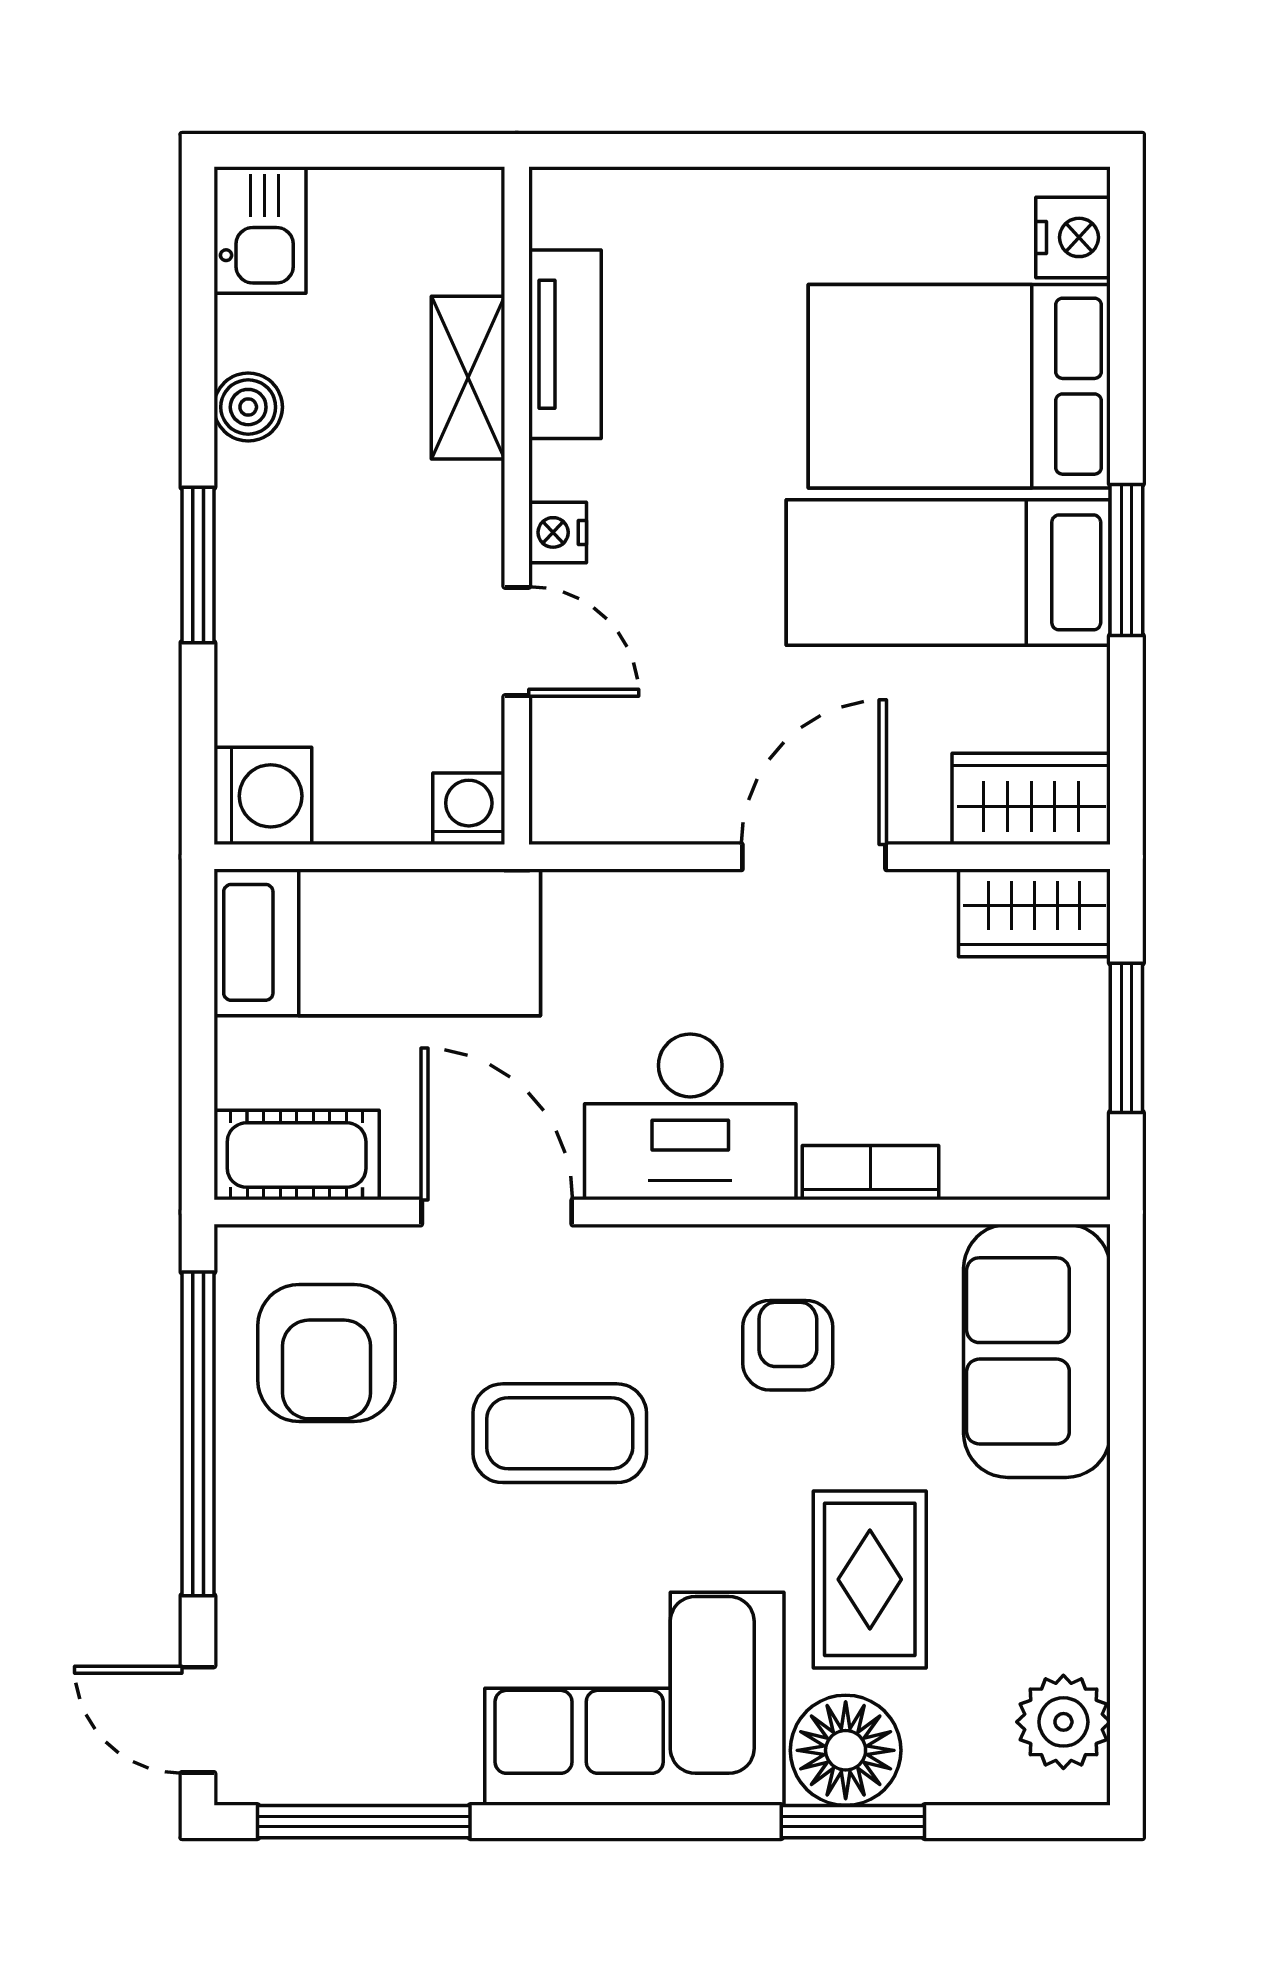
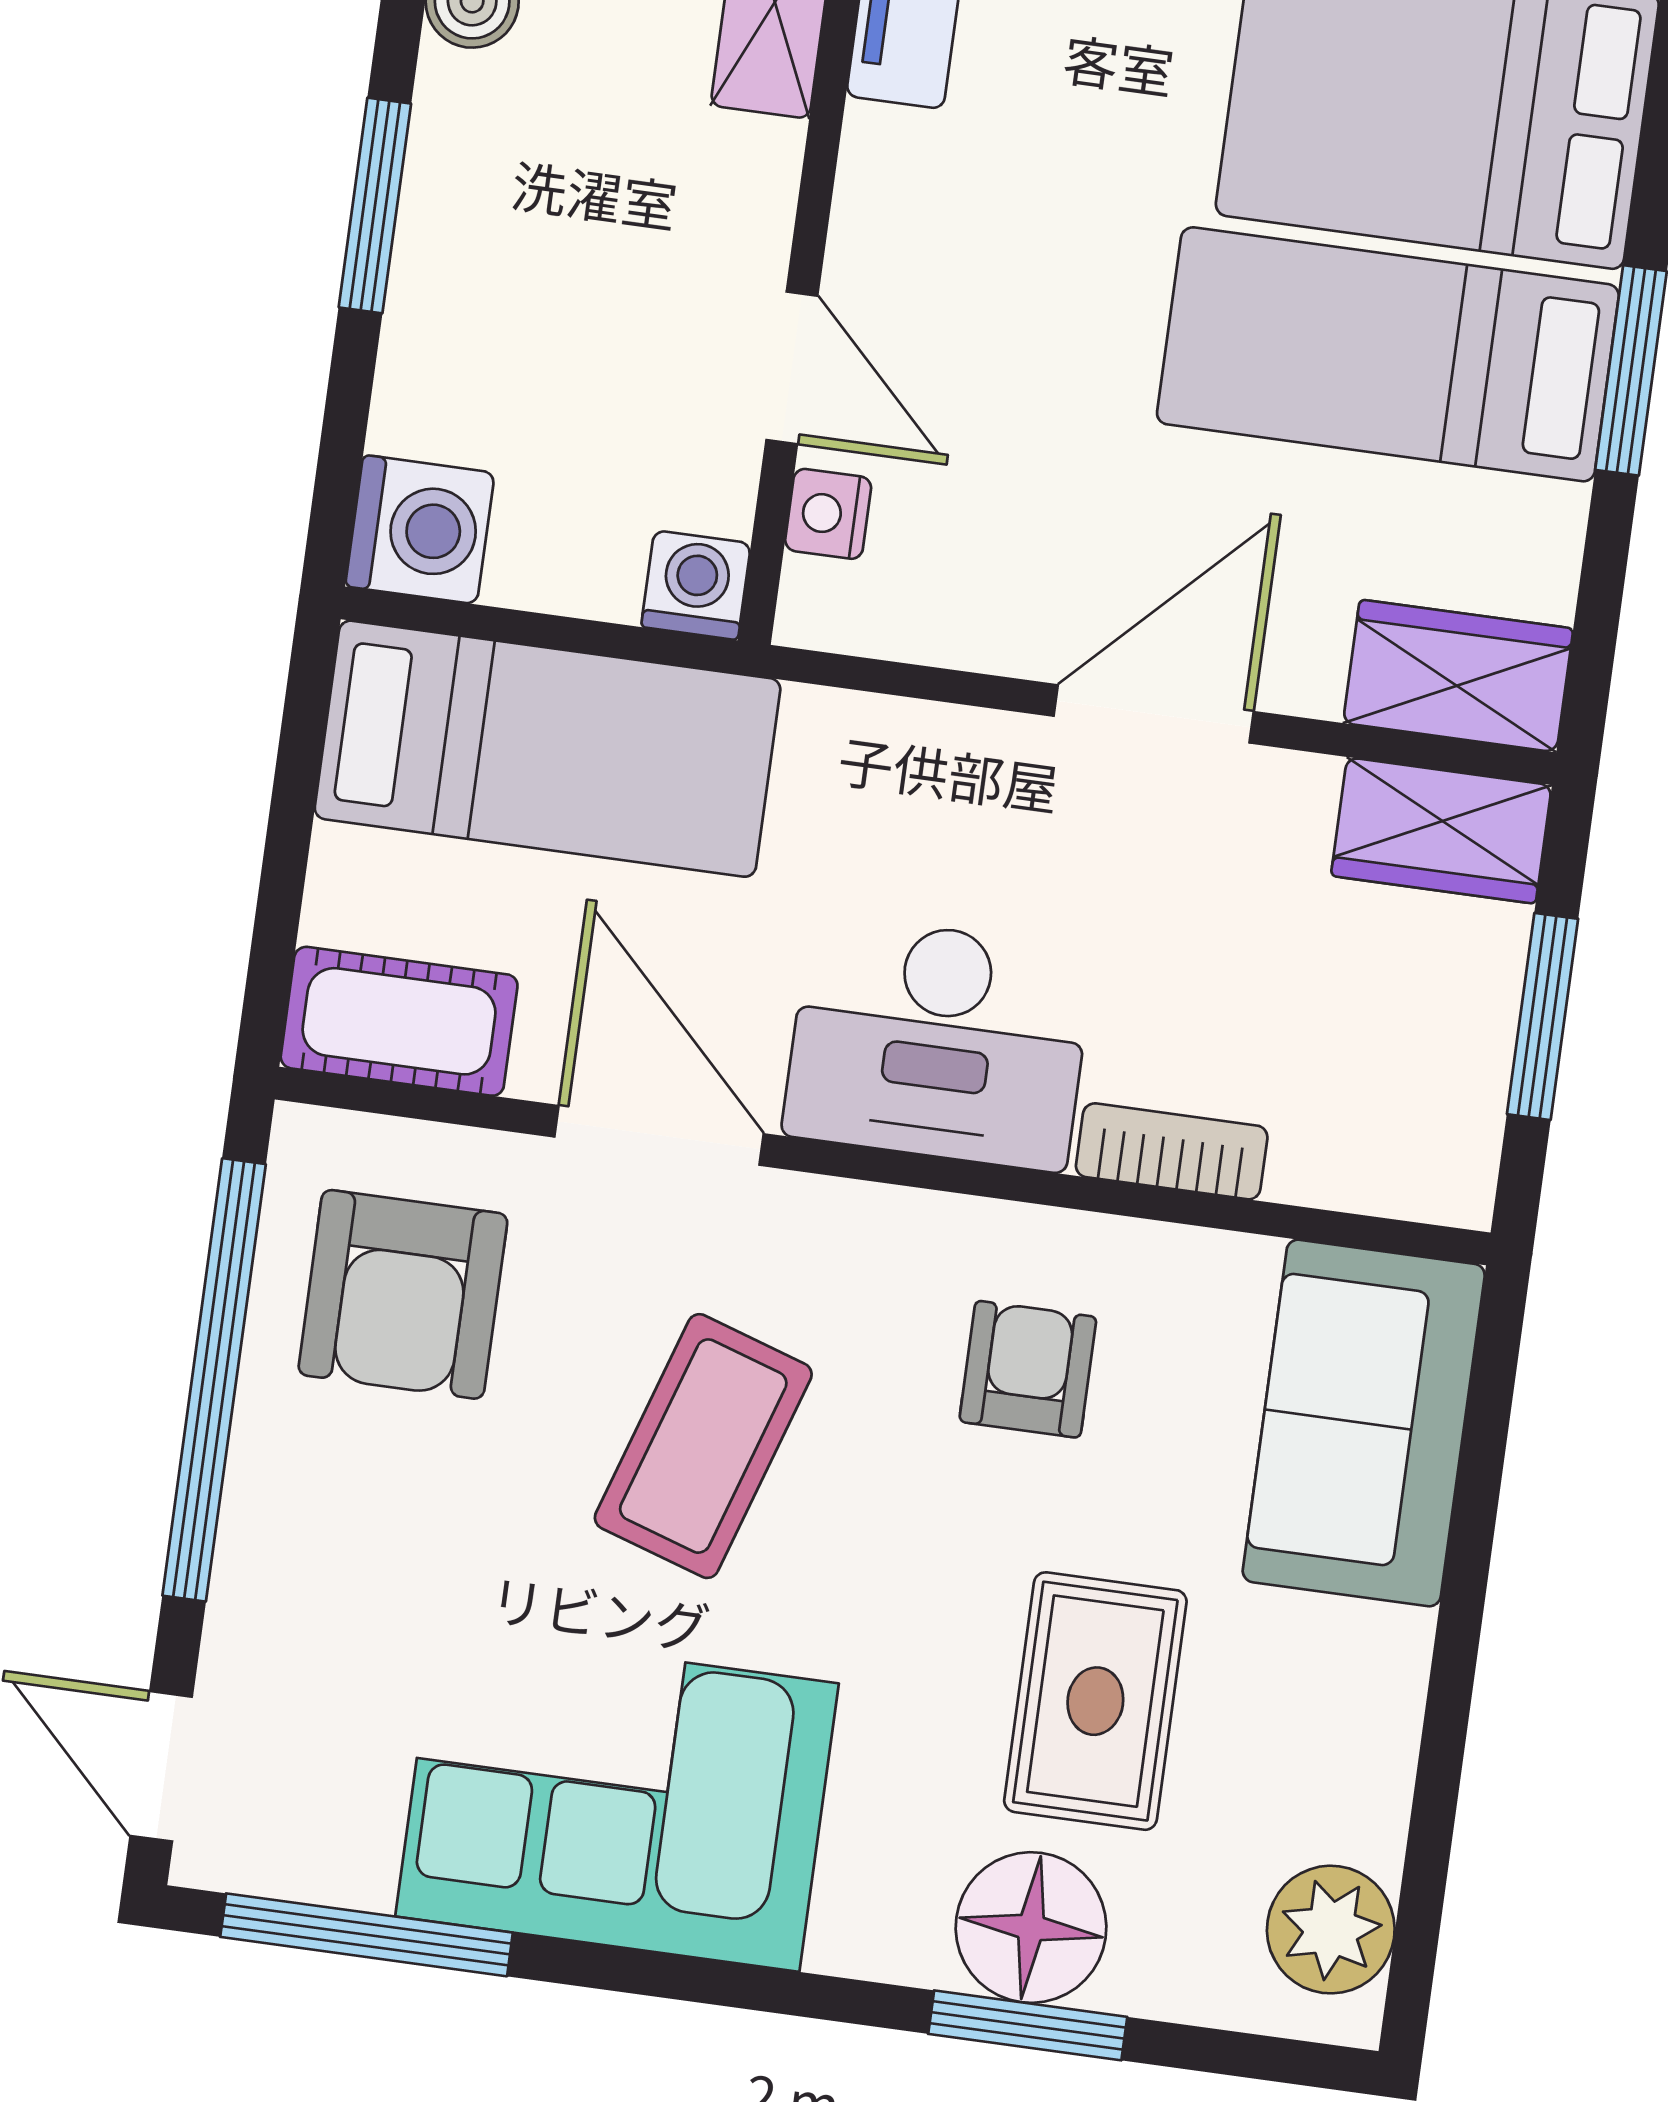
nightstand: (558, 532) -> (828, 514), moved
coffee table: (560, 1433) -> (703, 1446), turned -72
corner sofa: (634, 1699) -> (617, 1800), moved

